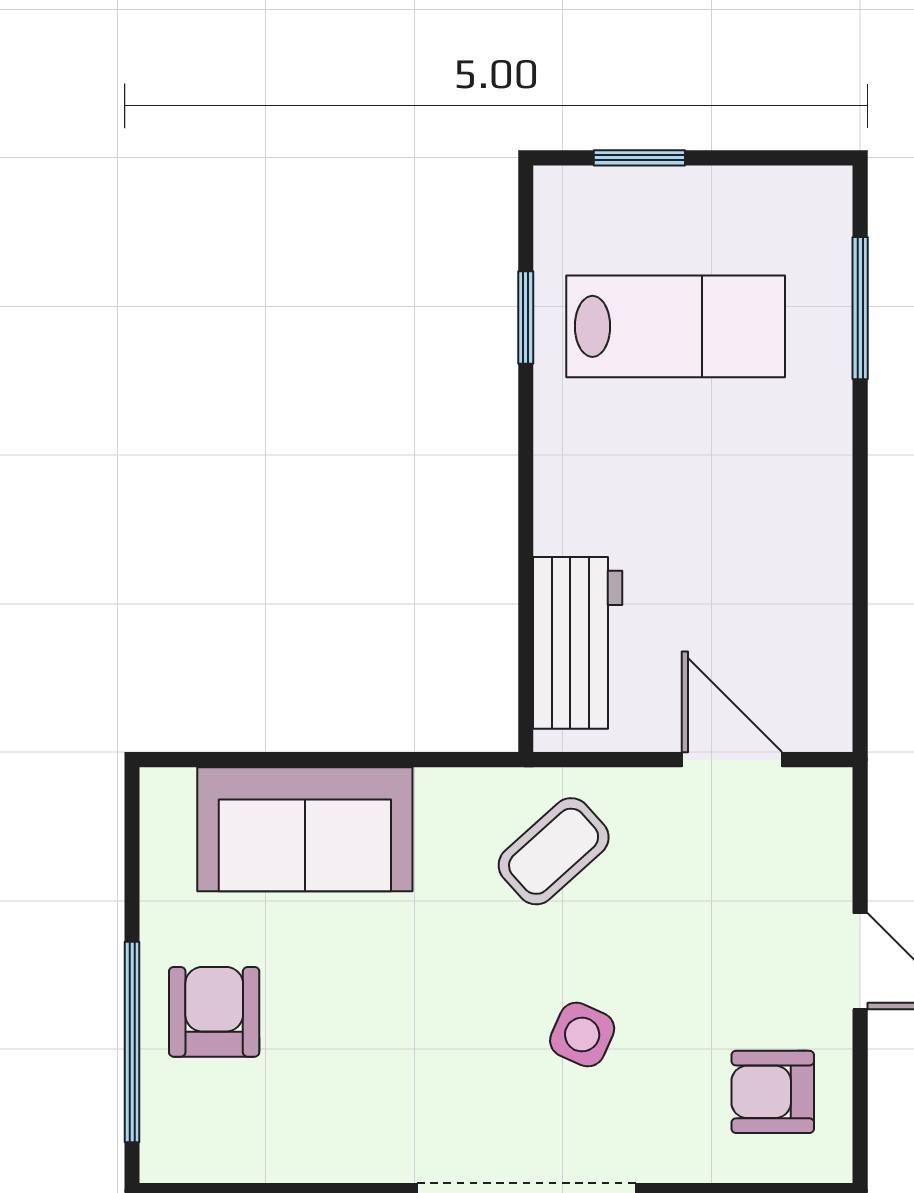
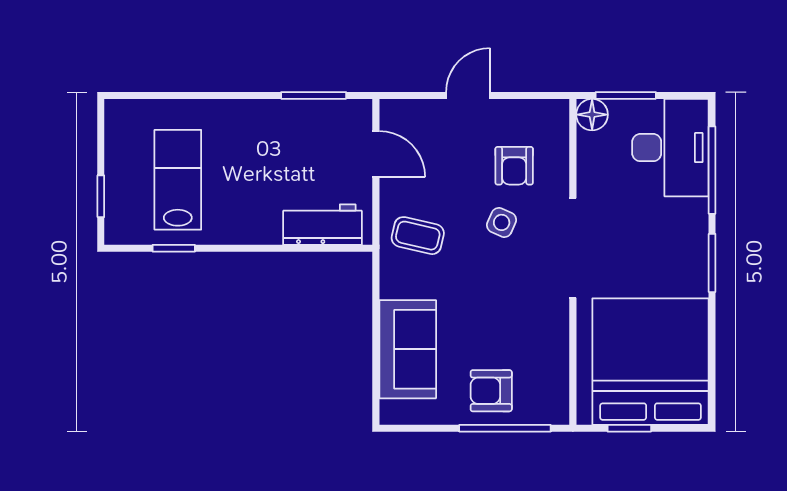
window: (860, 308) -> (314, 95), moved
door: (732, 760) -> (376, 154), swing flipped
coffee table: (554, 851) -> (418, 236), turned -35
armchair: (773, 1092) -> (514, 166), moved

